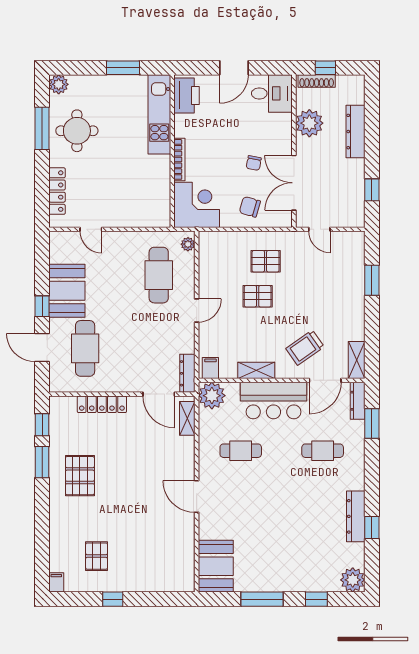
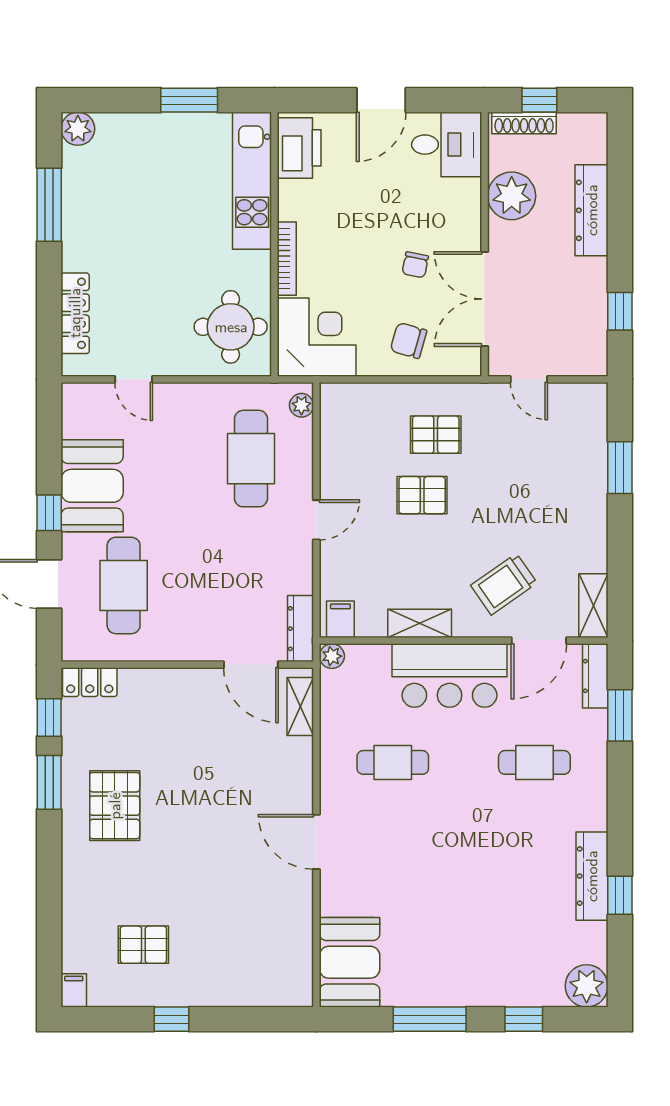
round table: (77, 131) -> (231, 327), moved
plant: (212, 396) -> (332, 656), width x0.53, depth x0.53
locker: (102, 404) -> (90, 682), moved, width x0.66
pallet: (97, 556) -> (143, 945), turned 90

